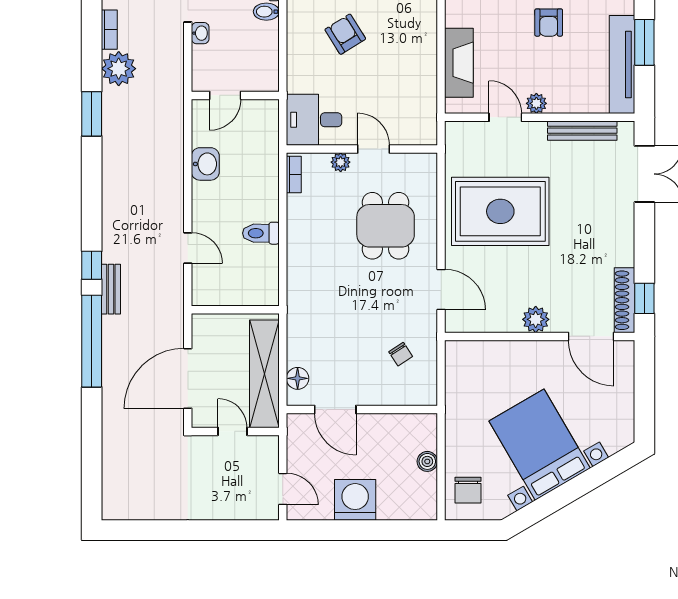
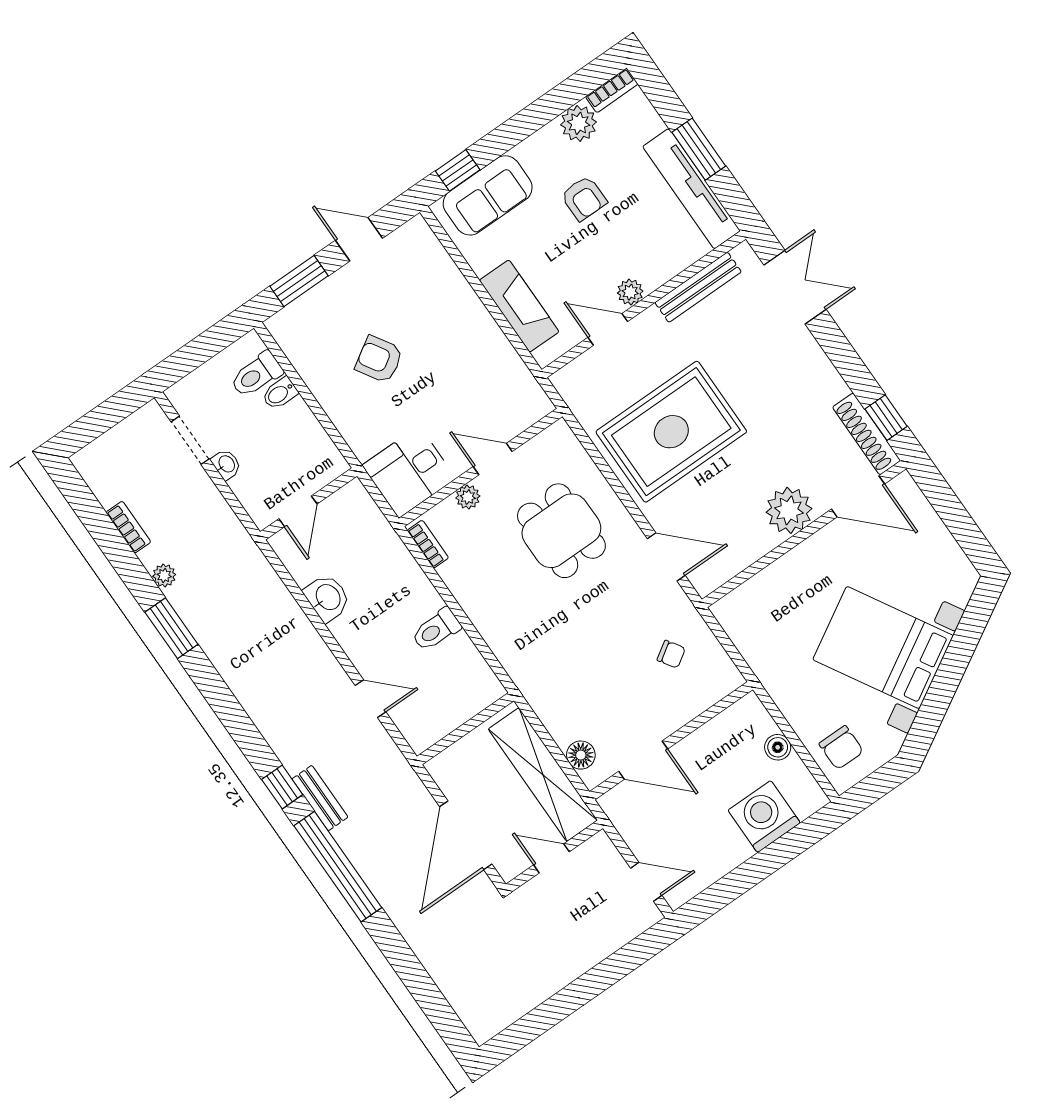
plant: (119, 69) -> (164, 575), width x0.53, depth x0.53
plant: (536, 319) -> (789, 510), width x1.36, depth x1.36
washing machine: (355, 500) -> (764, 817), moved

